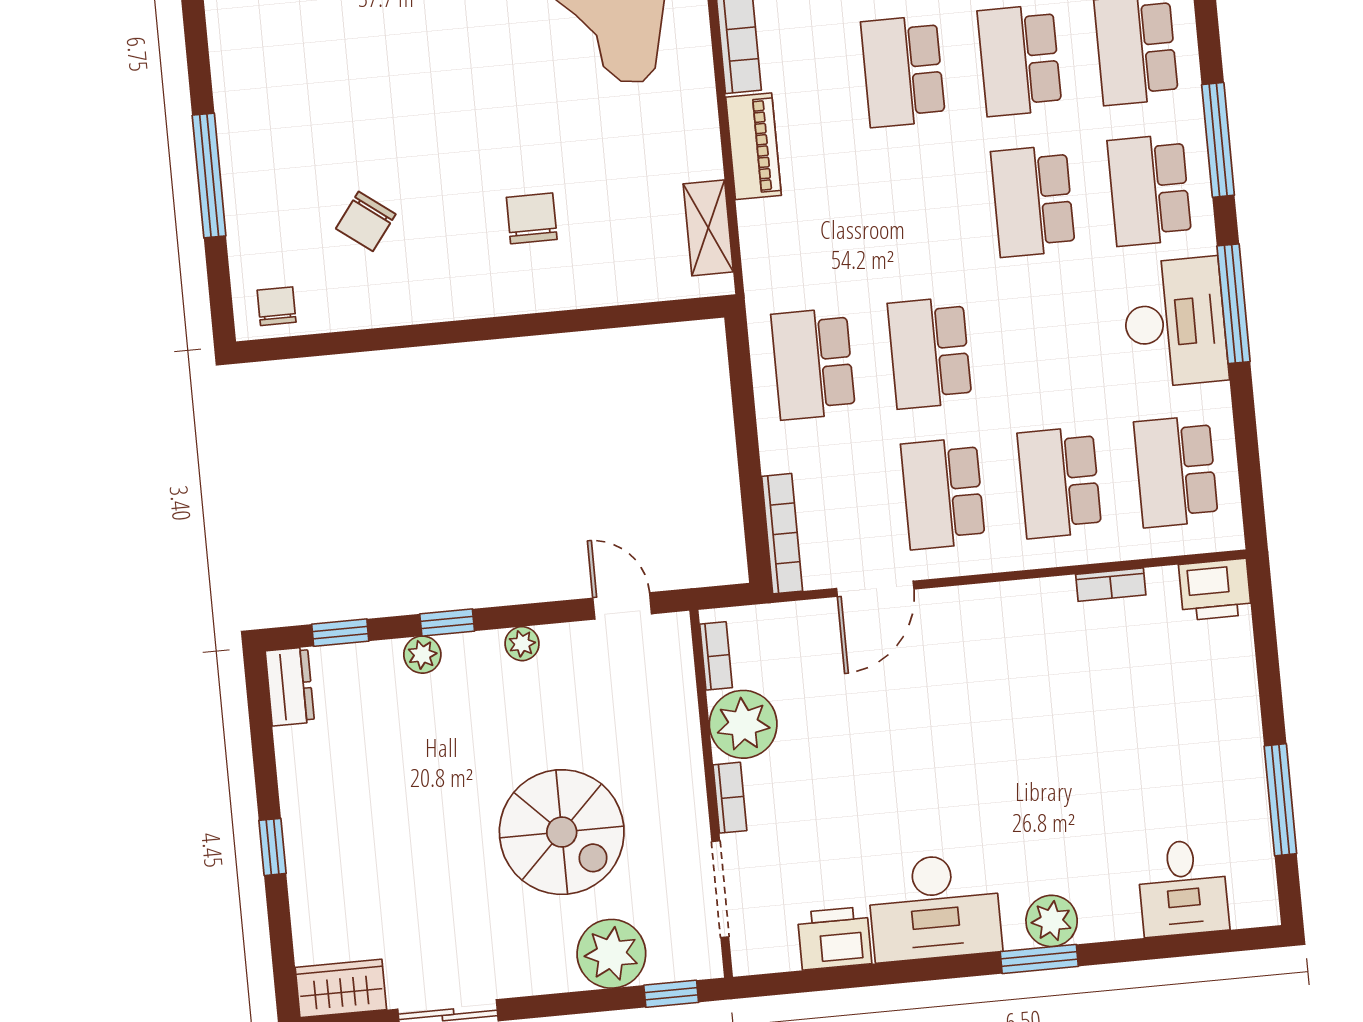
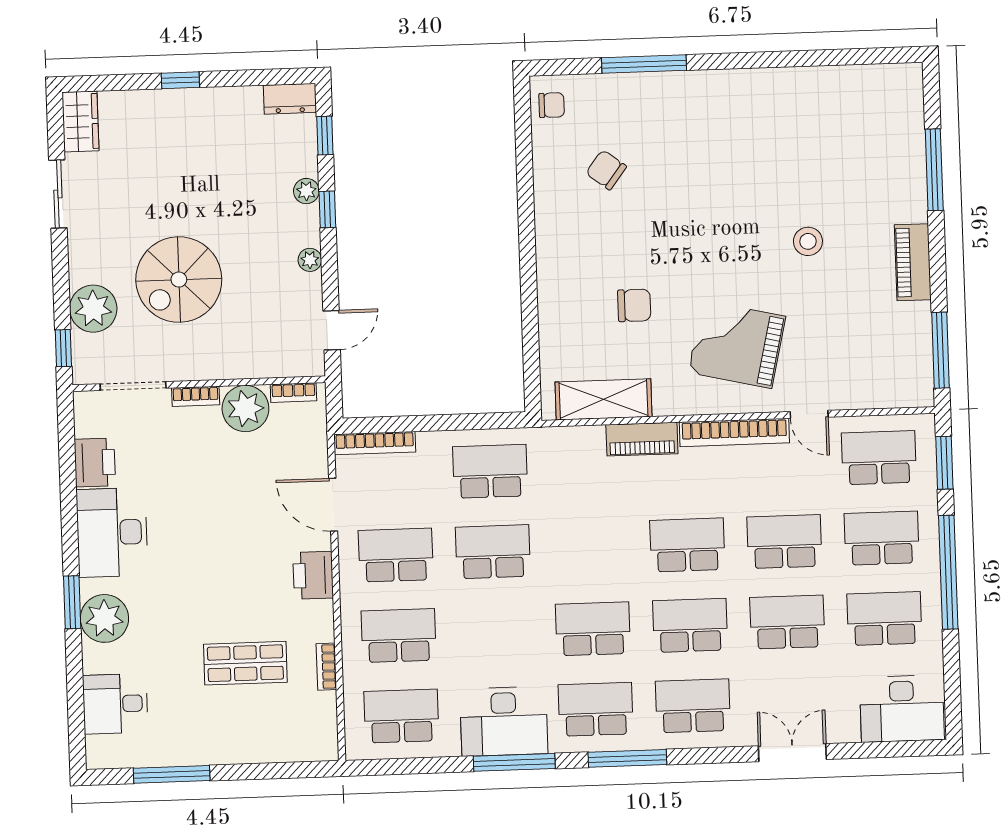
chair: (532, 218) -> (634, 305), moved
shelving: (708, 228) -> (603, 399), width x1.50, depth x1.33
printer: (1215, 589) -> (313, 575), moved
shop shelf: (1113, 702) -> (245, 663), added
plant: (1052, 921) -> (104, 618), width x1.36, depth x1.36

